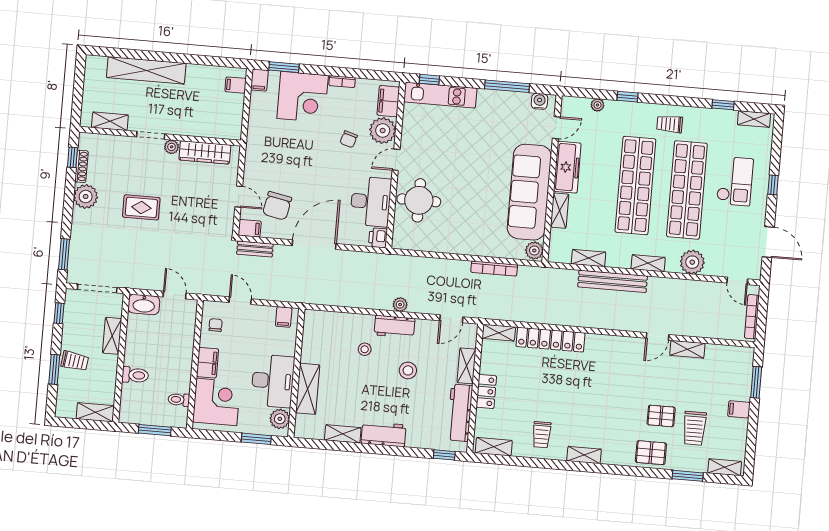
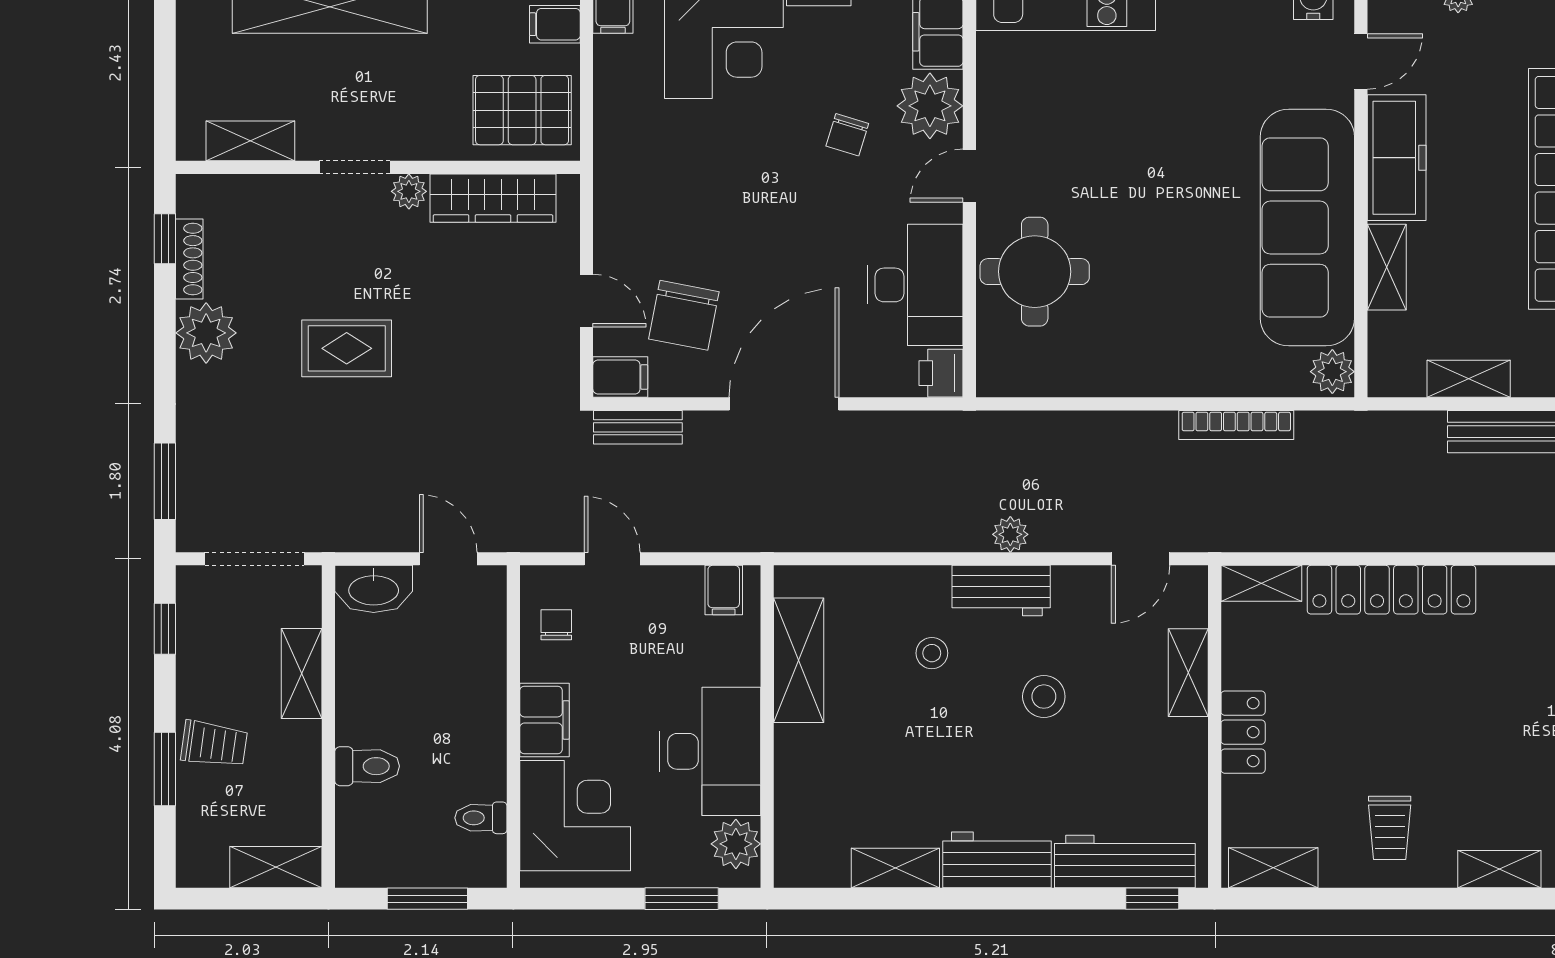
pallet: (220, 118) -> (522, 110), added
shelving: (308, 389) -> (799, 660), moved
workbench: (460, 413) -> (1125, 861), moved, turned 90

